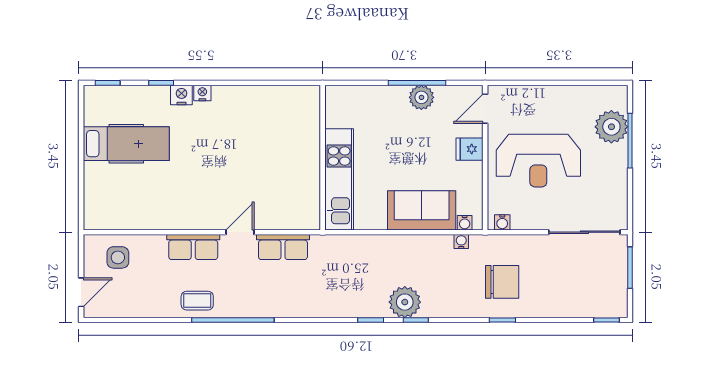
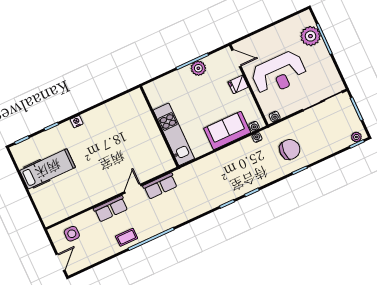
nightstand: (181, 95) -> (66, 128), removed
door: (485, 109) -> (236, 58), swing flipped
plant: (405, 302) -> (356, 137), moved, width x0.53, depth x0.53

